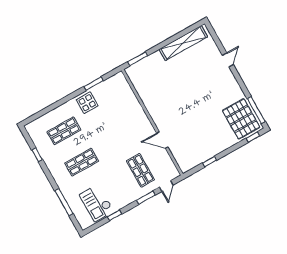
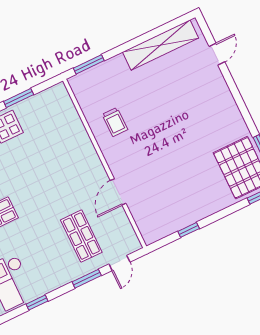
door: (228, 60) -> (217, 54), moved
trolley: (157, 95) -> (115, 122), added
door: (162, 140) -> (118, 192), hinge flipped

